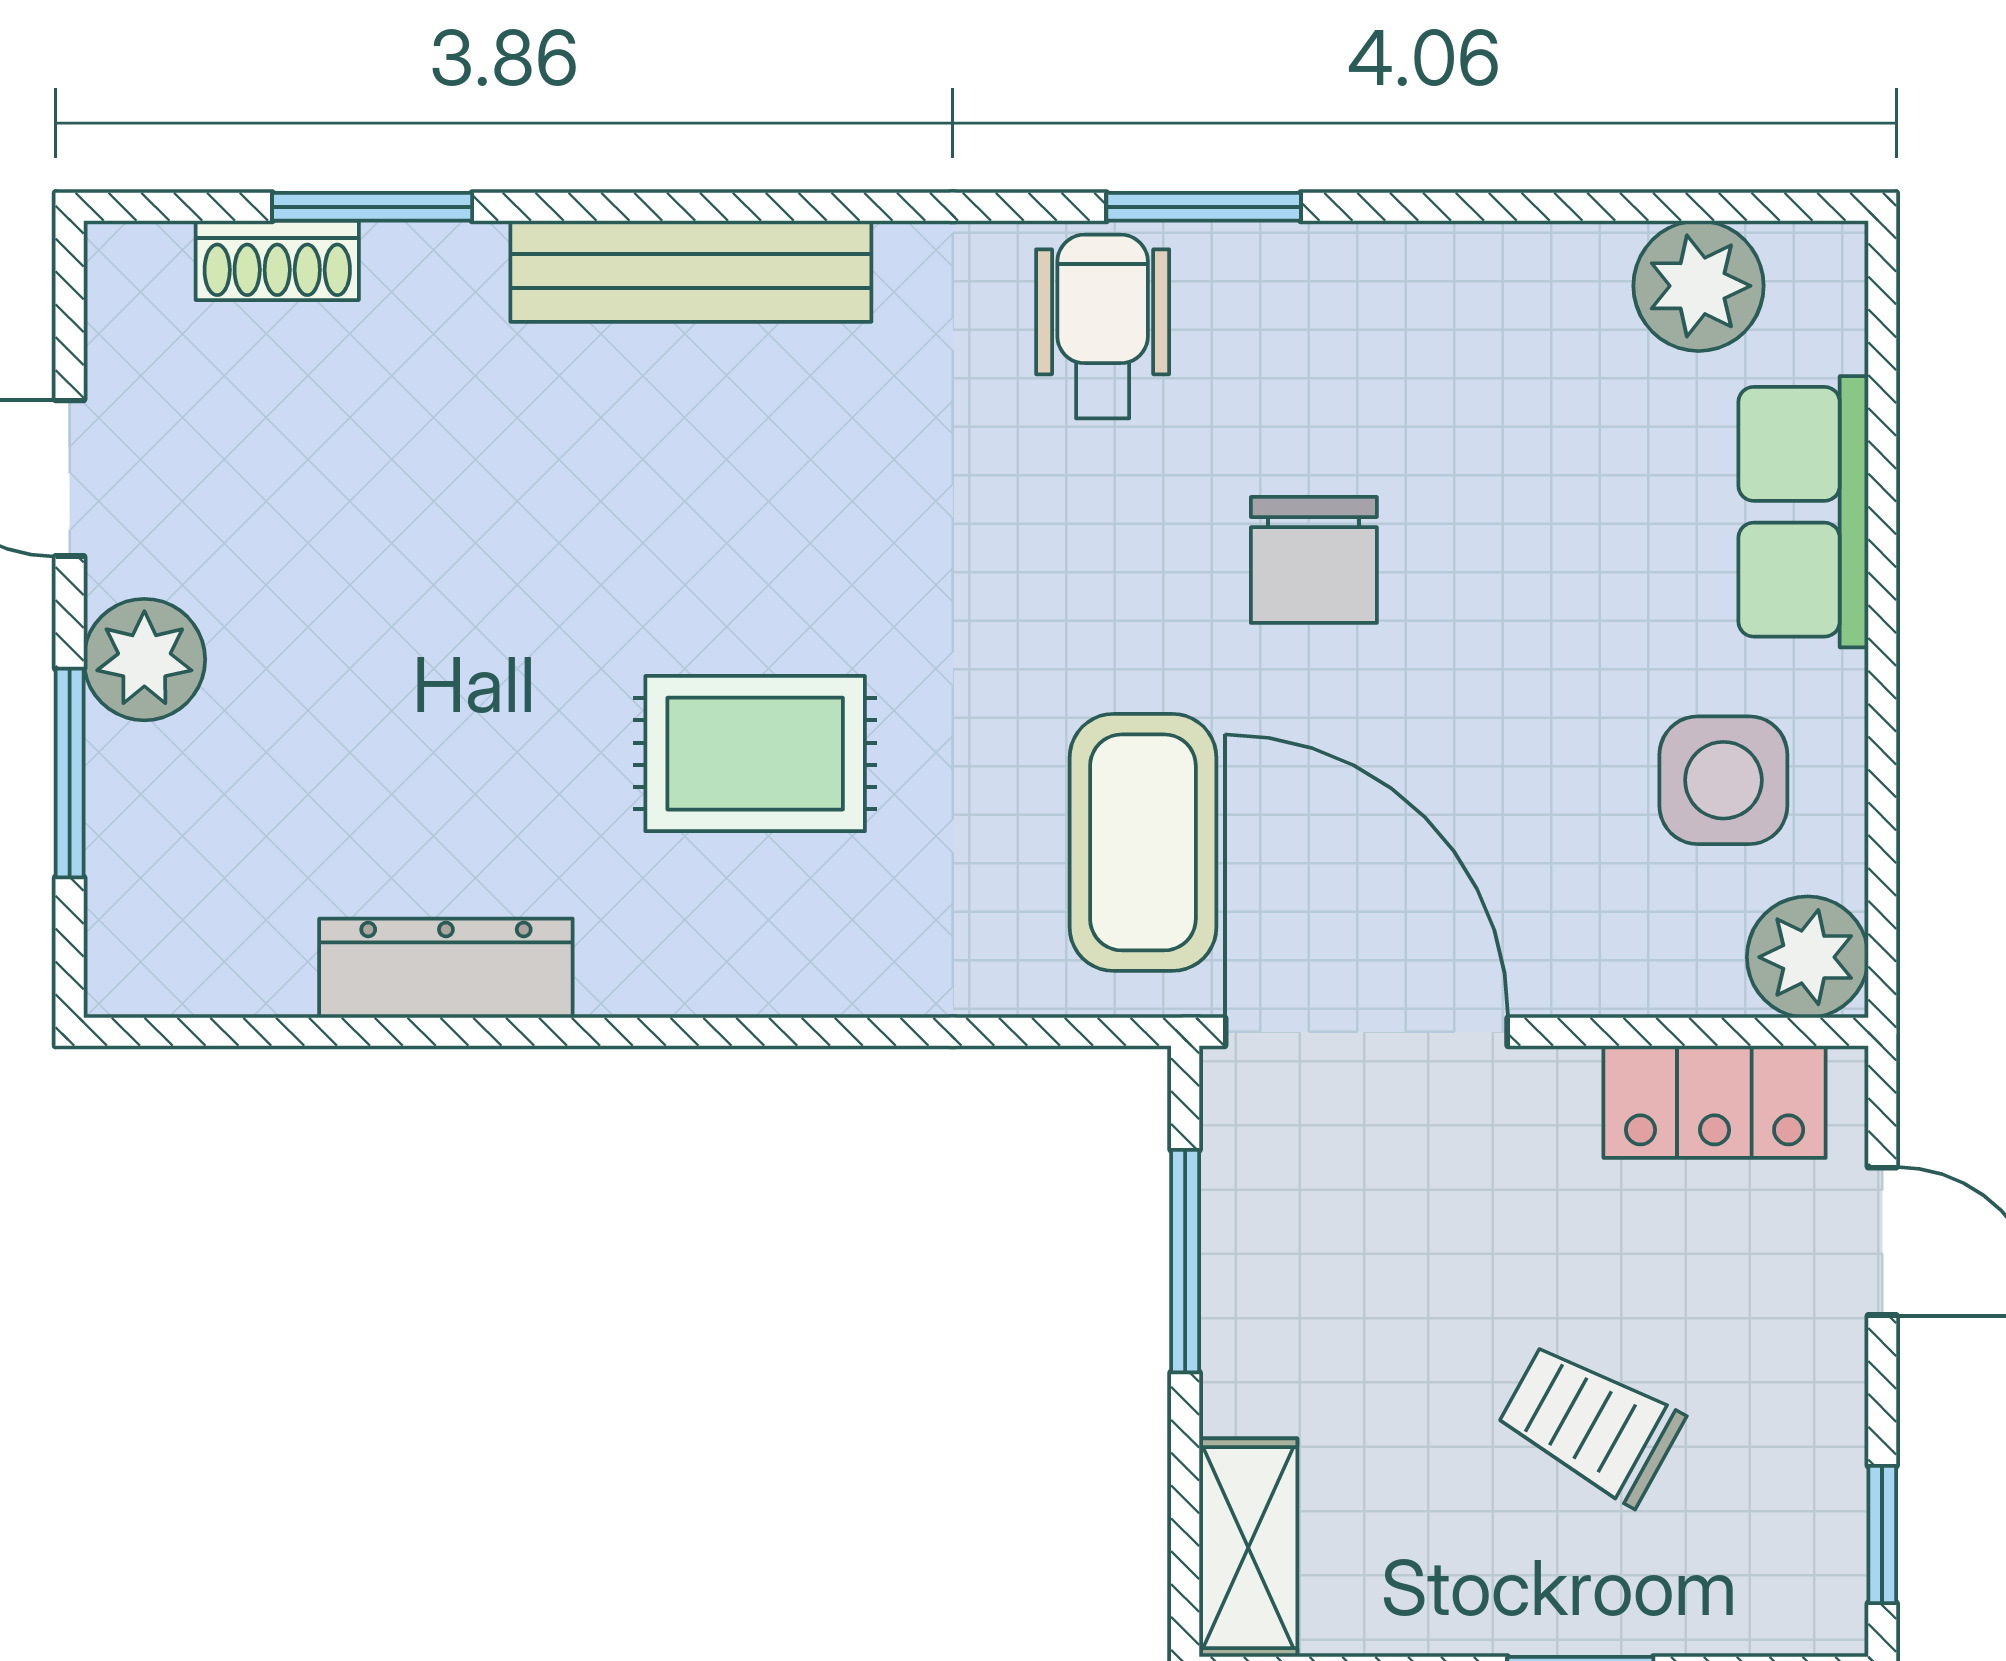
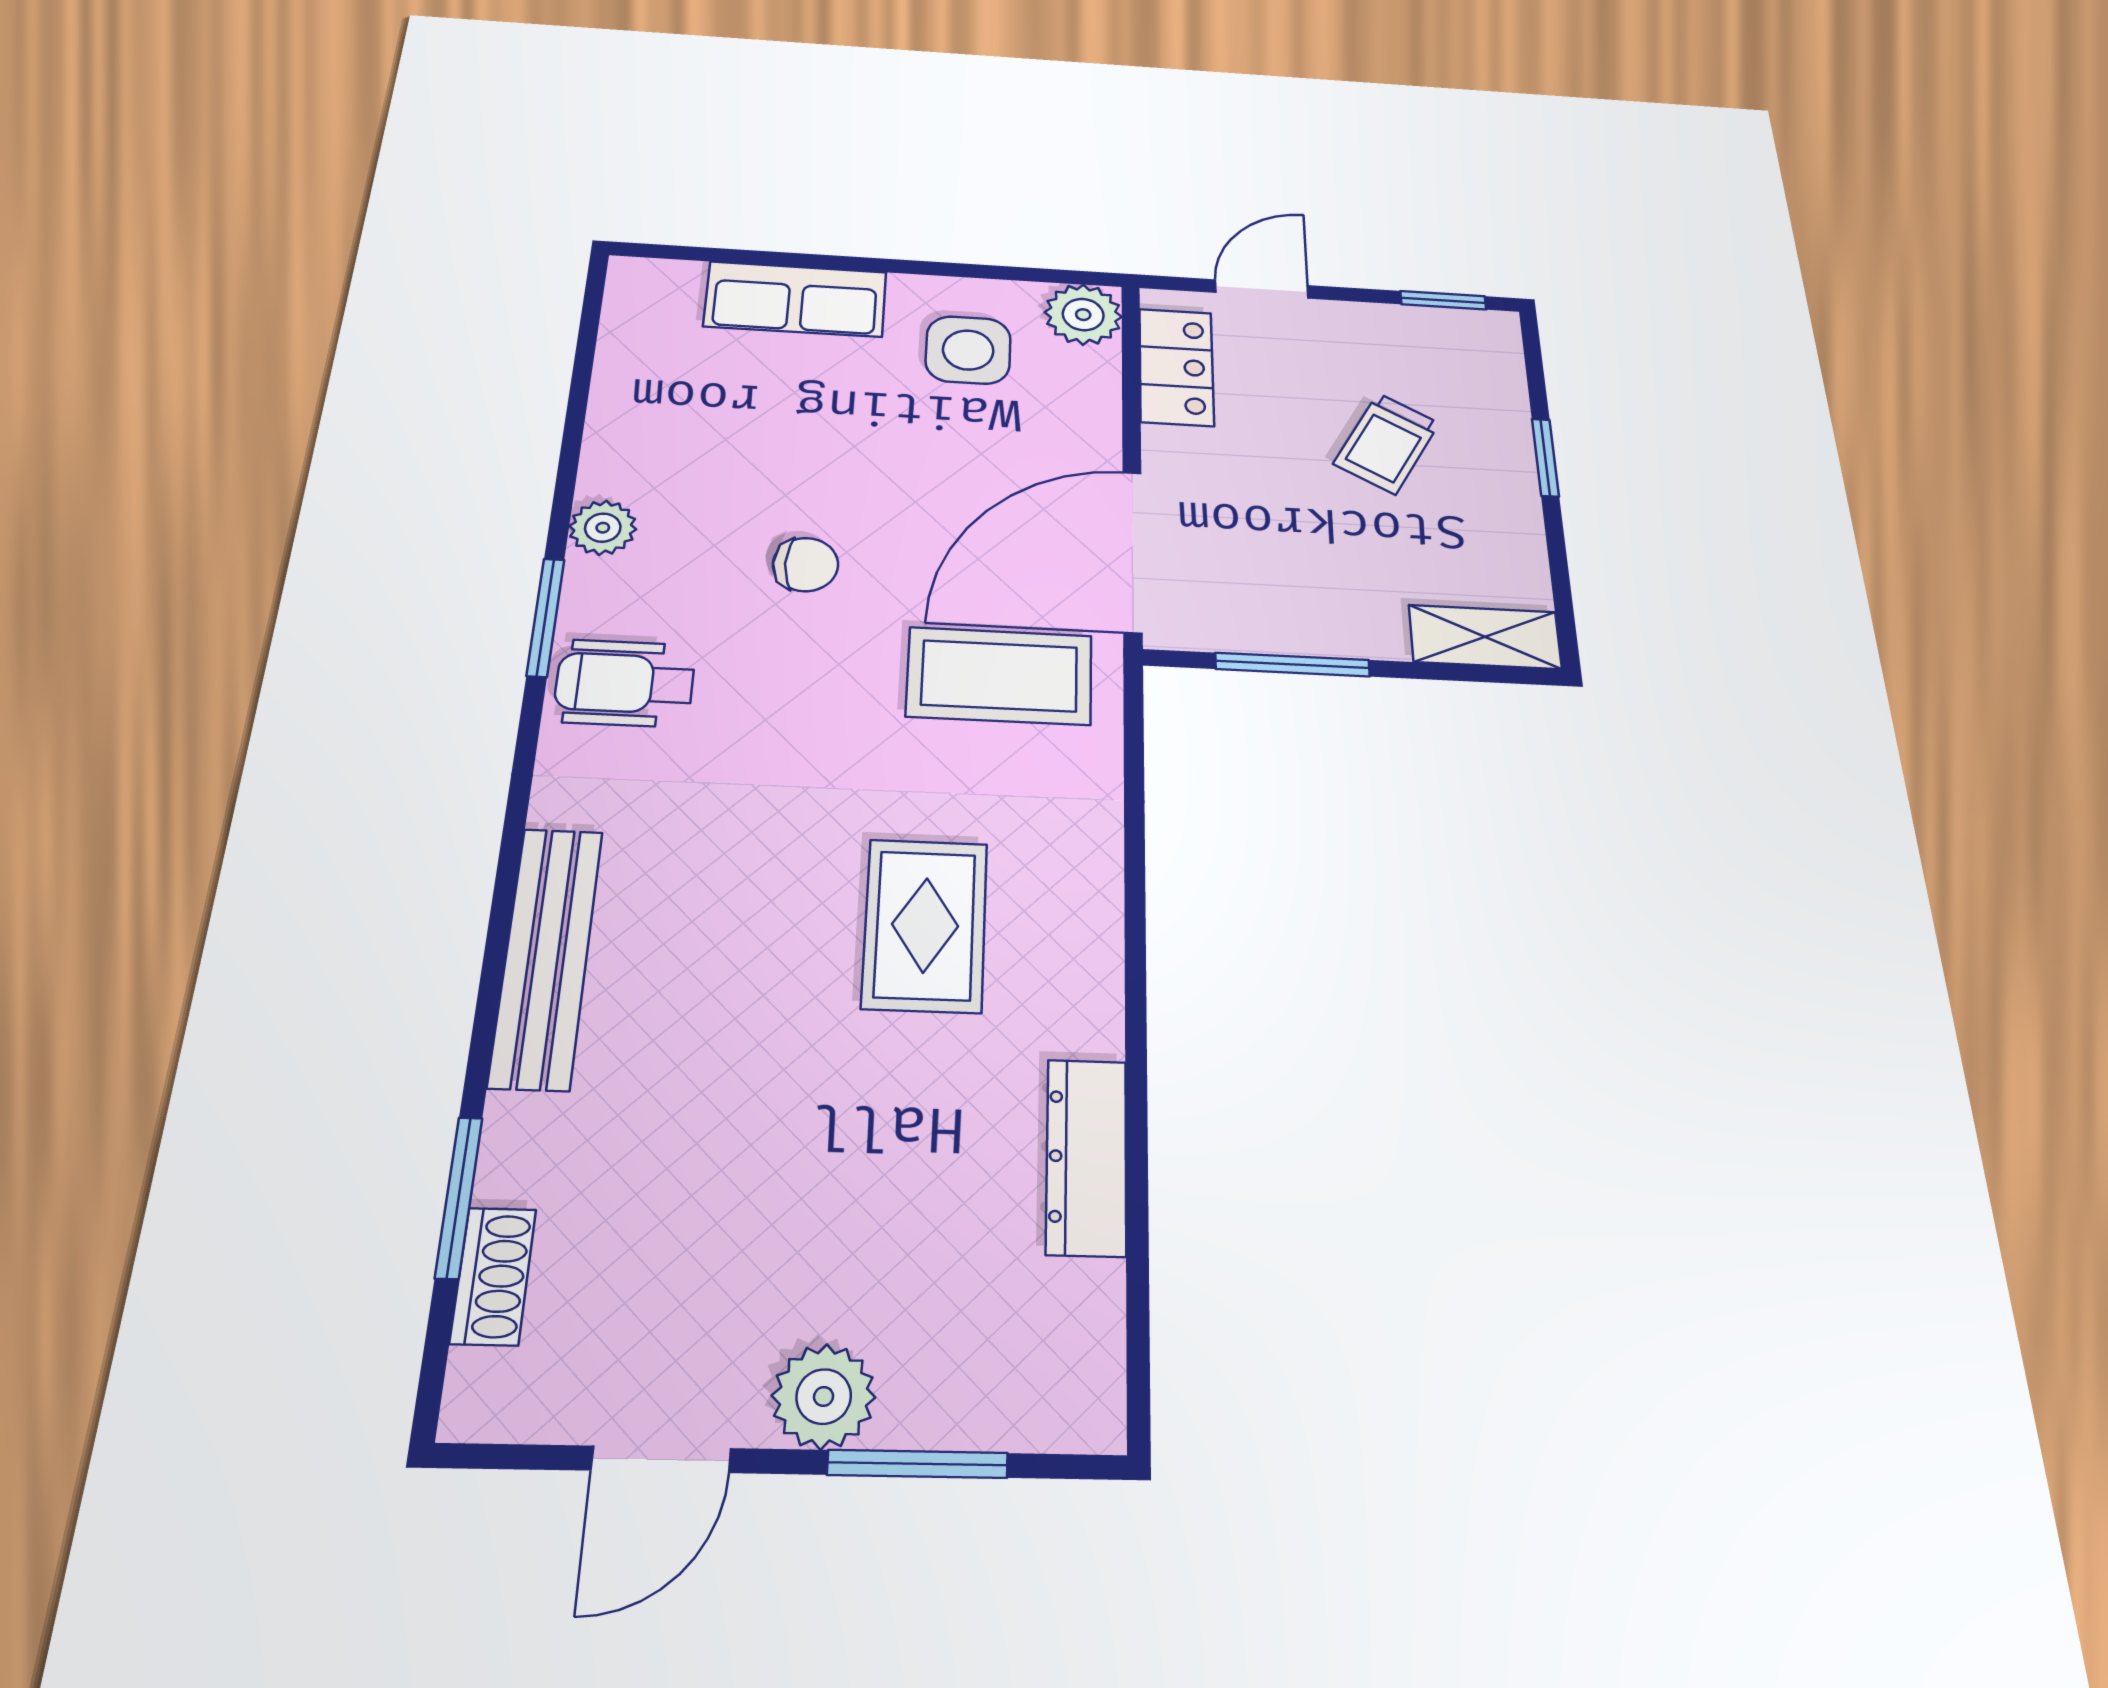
plant: (1699, 286) -> (603, 528), moved, width x0.73, depth x0.73
chair: (1314, 560) -> (806, 565), width x0.73, depth x0.73

